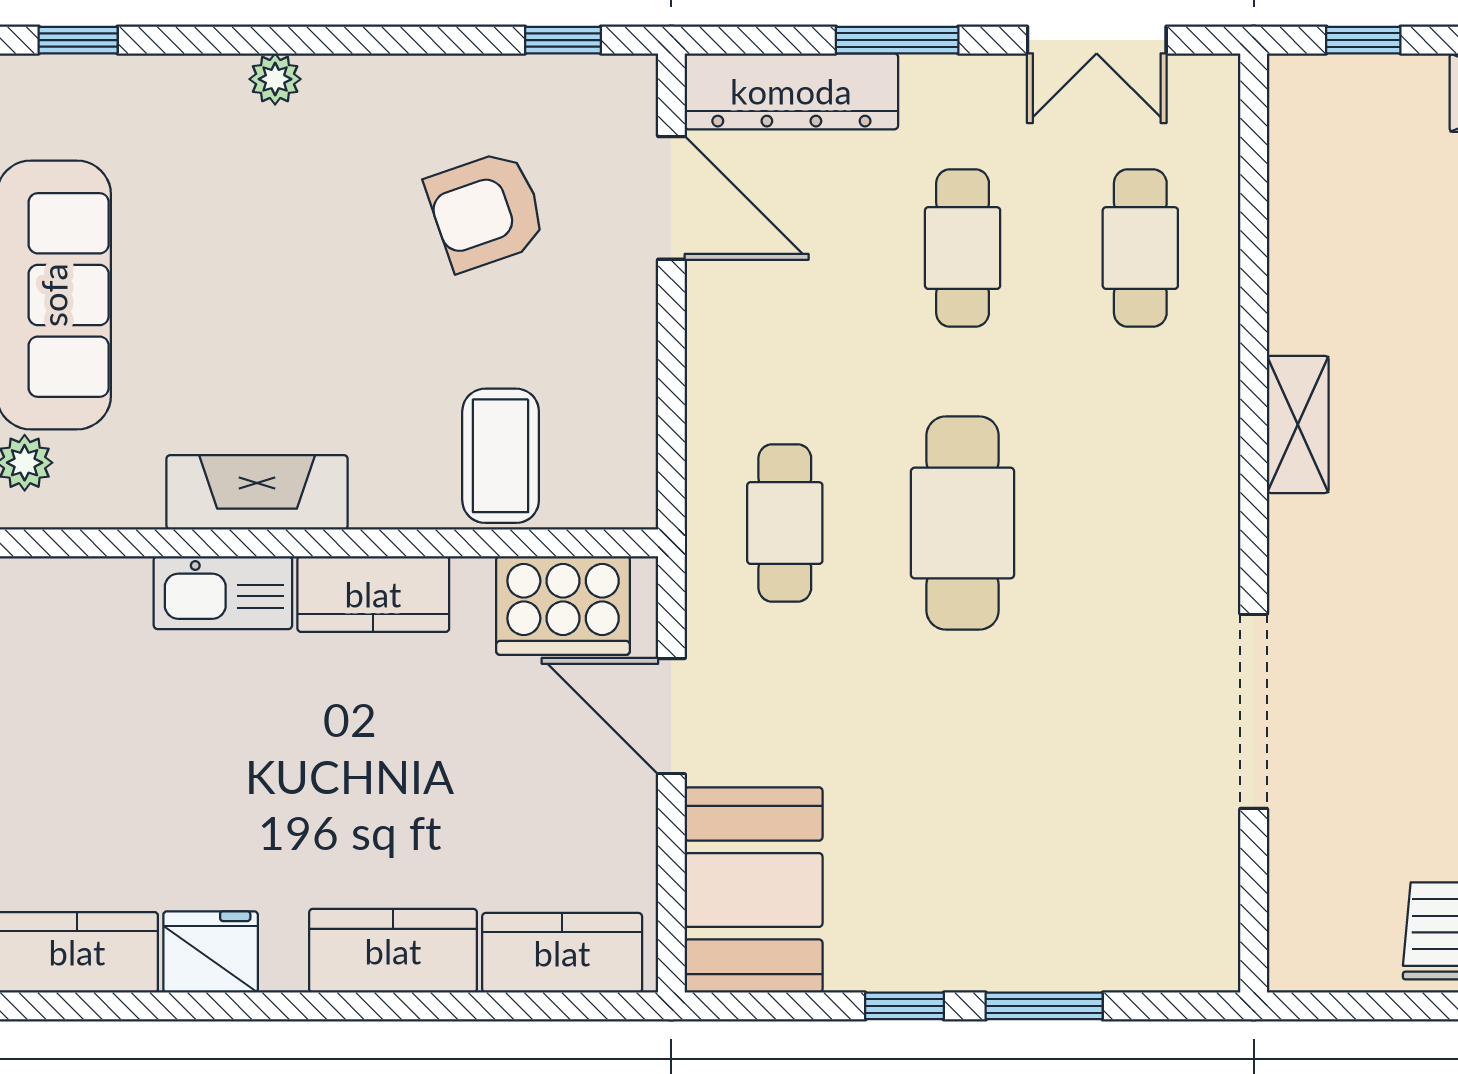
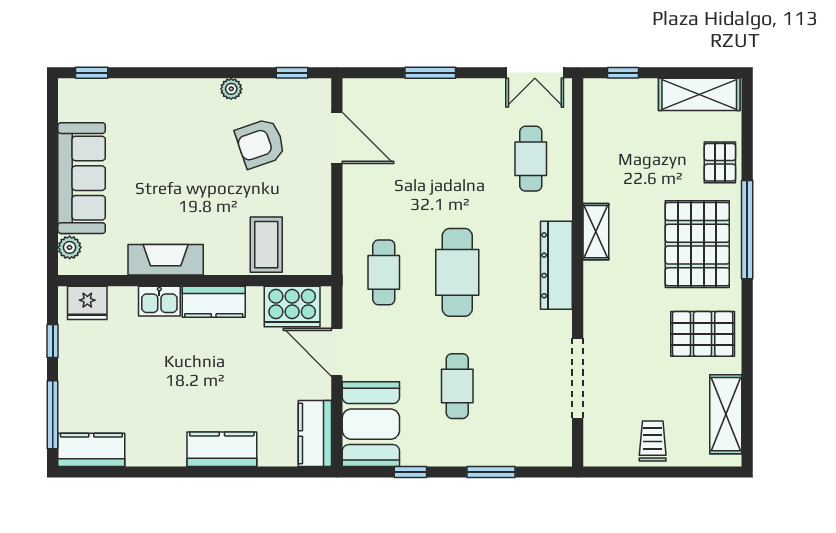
double door: (1097, 40) -> (535, 73), moved
plant: (275, 79) -> (231, 89), moved
dresser: (791, 91) -> (556, 265), moved, turned 90
cafe table: (963, 248) -> (457, 386), moved
kitchen sink: (223, 593) -> (159, 301), width x0.73
doorway: (1254, 711) -> (578, 378), moved
fridge: (211, 952) -> (87, 303), moved, turned 180
kitchen counter: (562, 953) -> (315, 434), moved, turned -90
window: (904, 1006) -> (410, 472), moved

